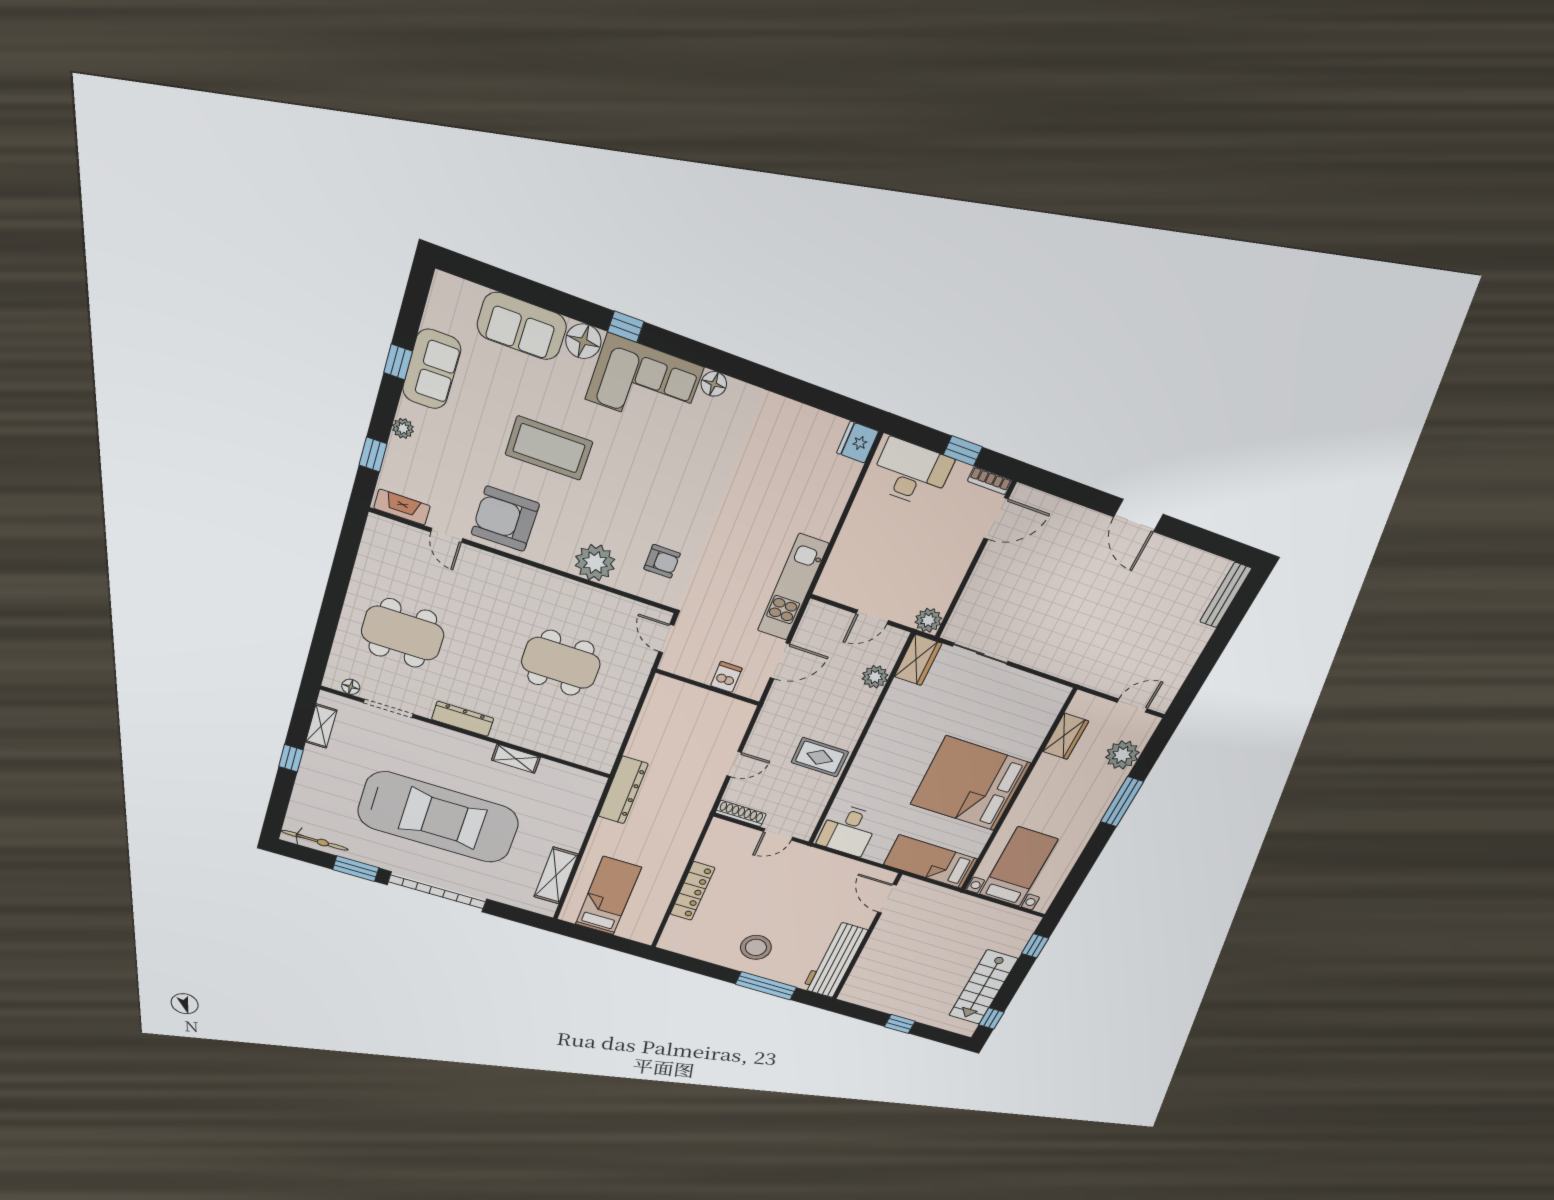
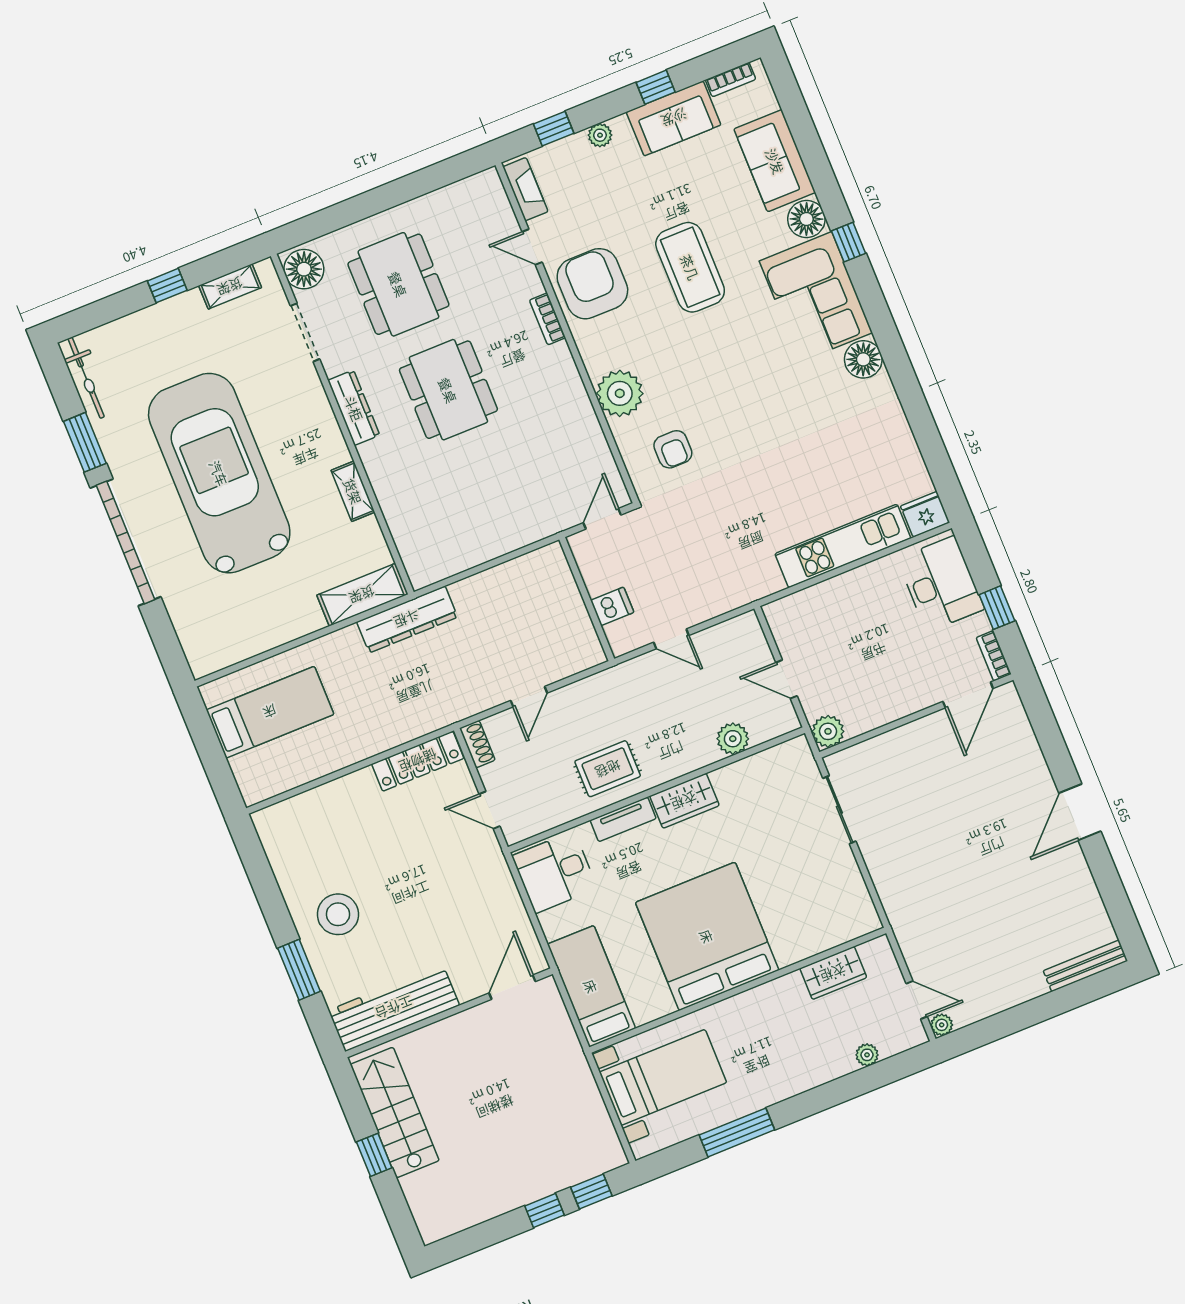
bookcase: (435, 305) -> (731, 80), added
floor lamp: (714, 384) -> (863, 359), width x1.38, depth x1.38
door: (996, 519) -> (968, 695), hinge flipped
door: (447, 535) -> (532, 247), hinge flipped
bookcase: (505, 565) -> (548, 319), added
kitchen unit: (793, 587) -> (843, 546), moved
wardrobe: (918, 660) -> (684, 801), moved
door: (780, 661) -> (671, 639), width x0.73
dining table: (561, 663) -> (448, 390), moved
floor lamp: (351, 687) -> (304, 269), width x1.89, depth x1.89
plant: (1161, 704) -> (942, 1025), added
plant: (1122, 755) -> (867, 1055), width x0.53, depth x0.53
rug: (820, 757) -> (608, 769), turned 90
door: (734, 764) -> (529, 697), hinge flipped
tv unit: (857, 773) -> (623, 819), added
window: (1122, 802) -> (737, 1132), moved
shoe rack: (741, 813) -> (477, 744), width x0.70
car: (438, 817) -> (219, 473), turned 180
shelving: (556, 876) -> (362, 595), moved
locker: (692, 891) -> (418, 761), moved
window: (766, 986) -> (299, 970), width x0.69
stairs: (983, 987) -> (395, 1112), moved, turned 90
window: (991, 1018) -> (544, 1211), moved

